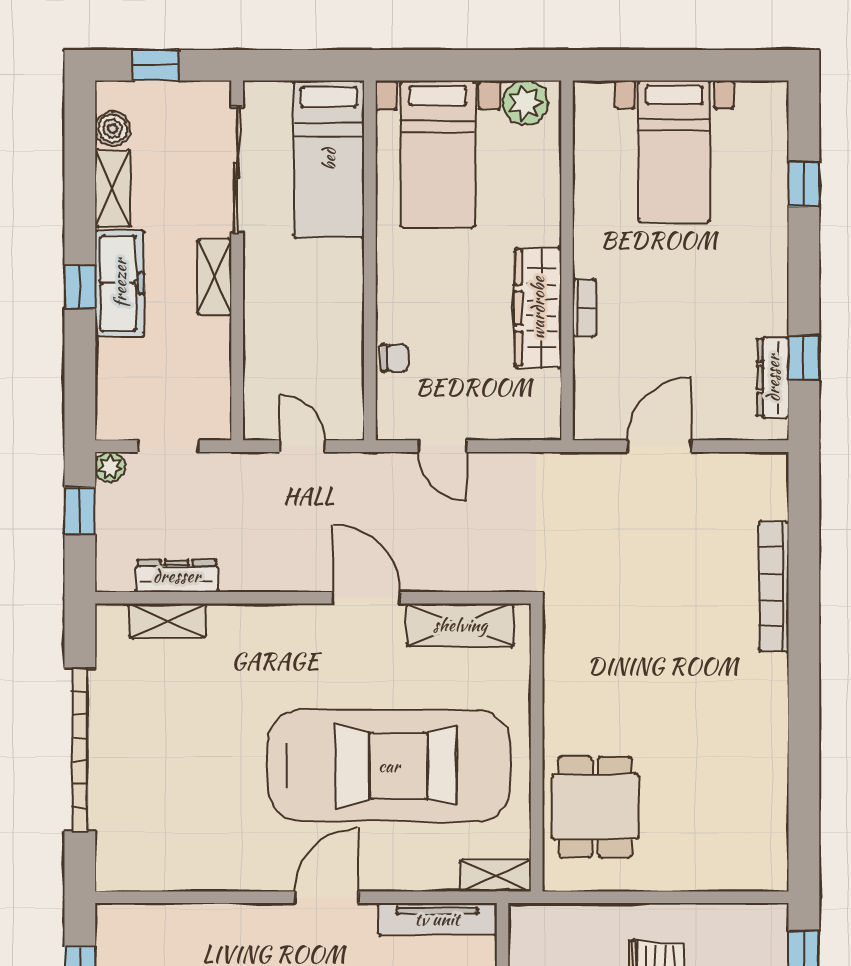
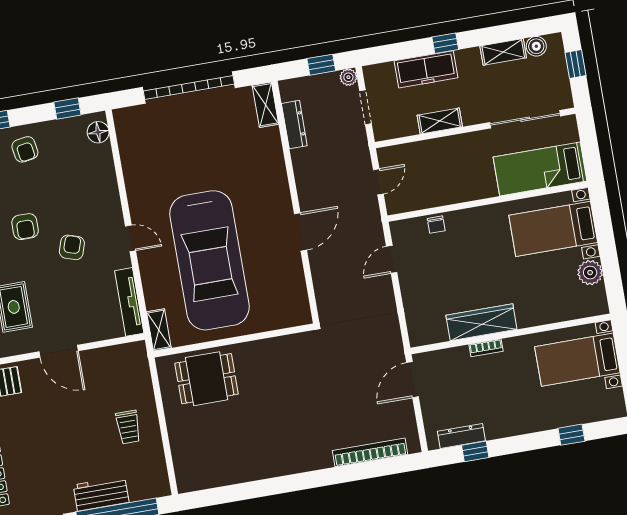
wall: (567, 260) -> (511, 334), moved
shelving: (214, 277) -> (440, 121), moved
freezer: (120, 283) -> (426, 69), moved
wardrobe: (538, 308) -> (481, 322), moved
bookcase: (584, 308) -> (486, 348), moved
door: (659, 446) -> (413, 380), swing flipped
bookcase: (774, 587) -> (370, 452), moved
shelving: (167, 621) -> (265, 105), moved
shelving: (460, 625) -> (294, 286), removed
door: (326, 897) -> (131, 238), width x0.73
floor lamp: (131, 922) -> (98, 132), added

